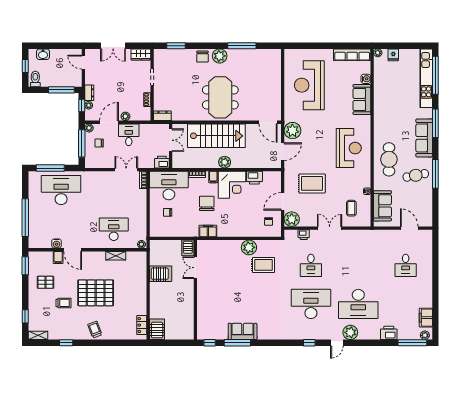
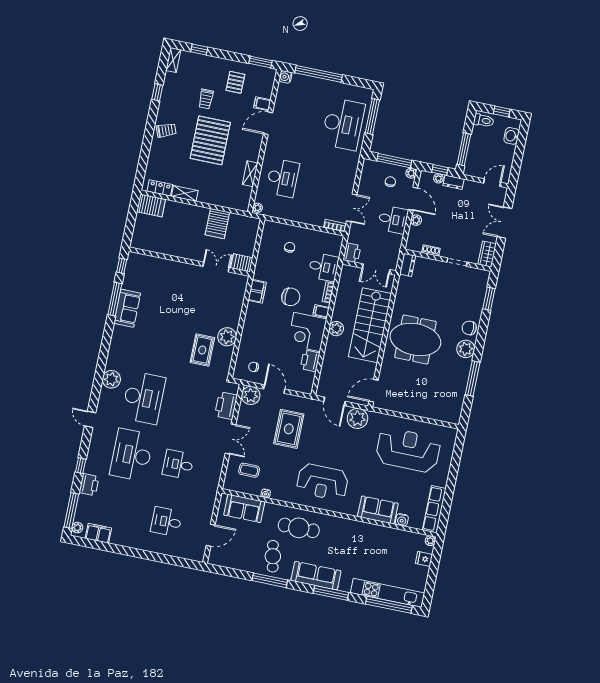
desk: (169, 185) -> (324, 267), width x0.53, depth x0.77
printer: (304, 235) -> (226, 406), width x1.87, depth x1.48
water cooler: (57, 243) -> (285, 77), moved
desk: (311, 265) -> (178, 464), moved
shelving: (142, 304) -> (185, 193), added
plant: (350, 332) -> (111, 379), moved
window: (309, 343) -> (81, 466), moved

